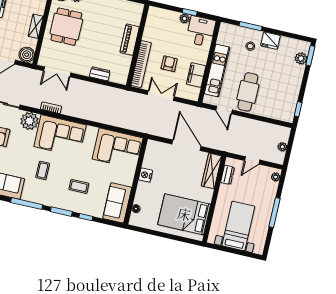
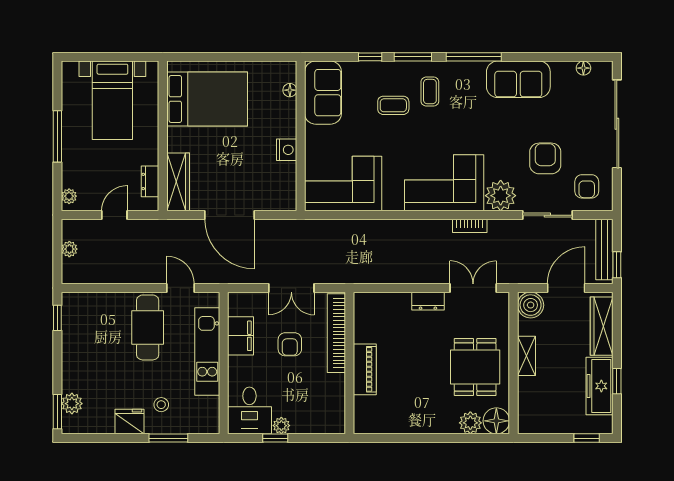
dresser: (100, 74) -> (428, 301), moved
coffee table: (43, 170) -> (430, 92), moved

